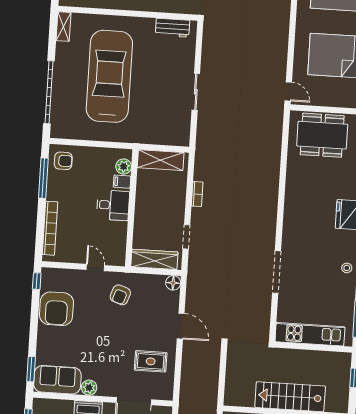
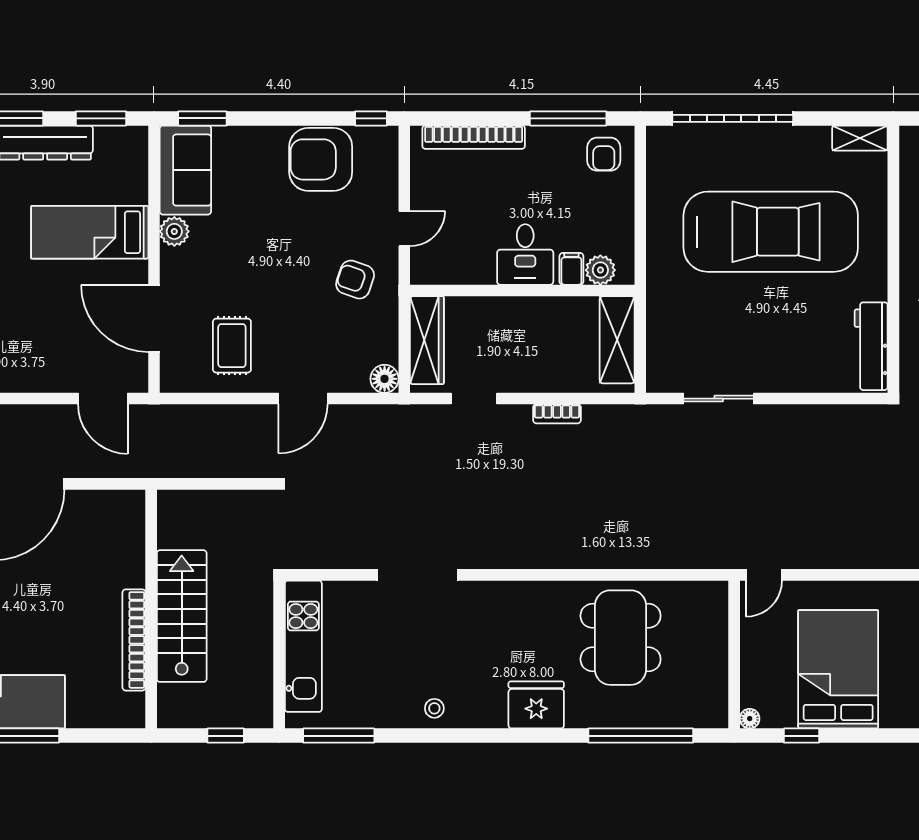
workbench: (173, 28) -> (871, 346), width x1.37
sliding door: (196, 92) -> (719, 399), moved
dining table: (322, 135) -> (621, 638), moved

